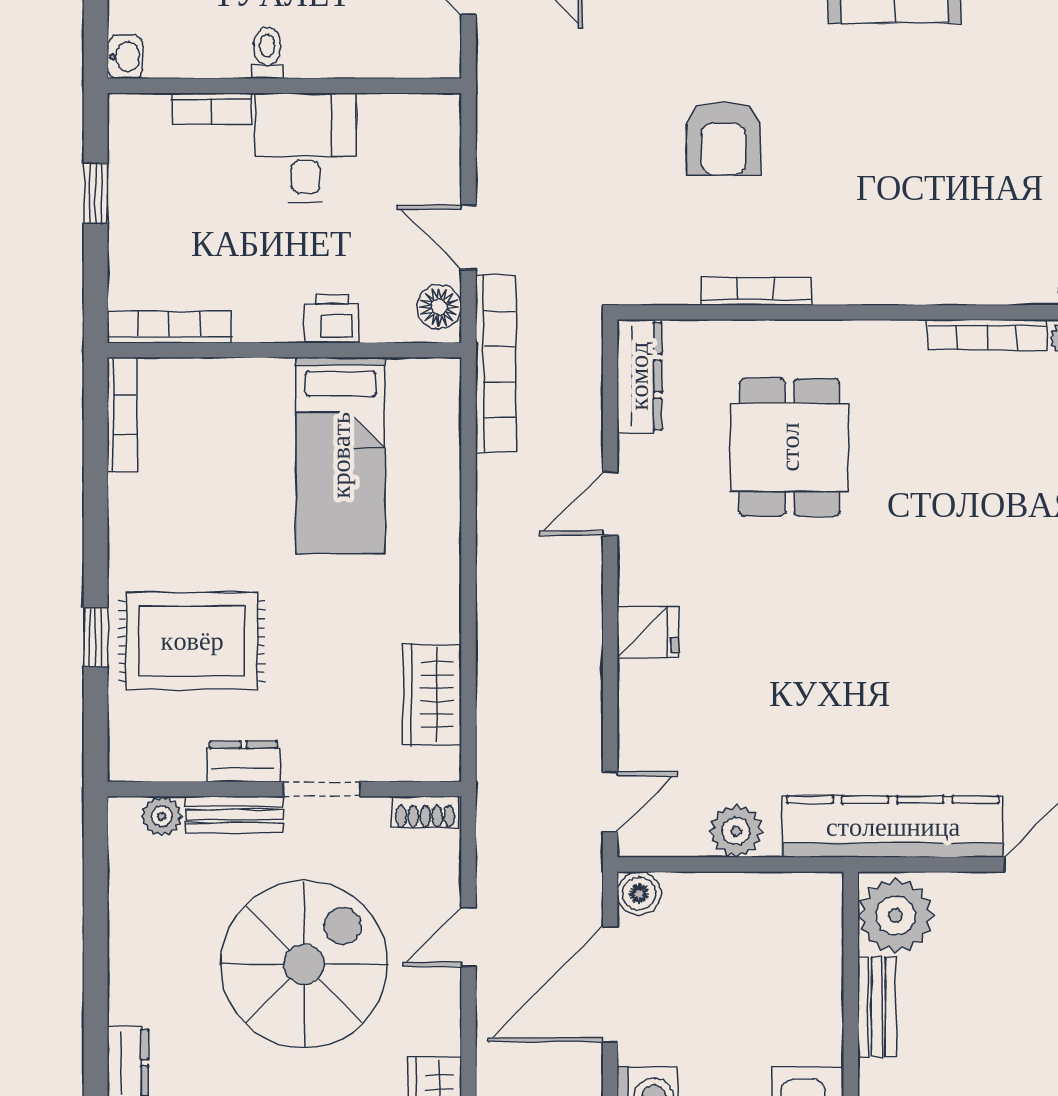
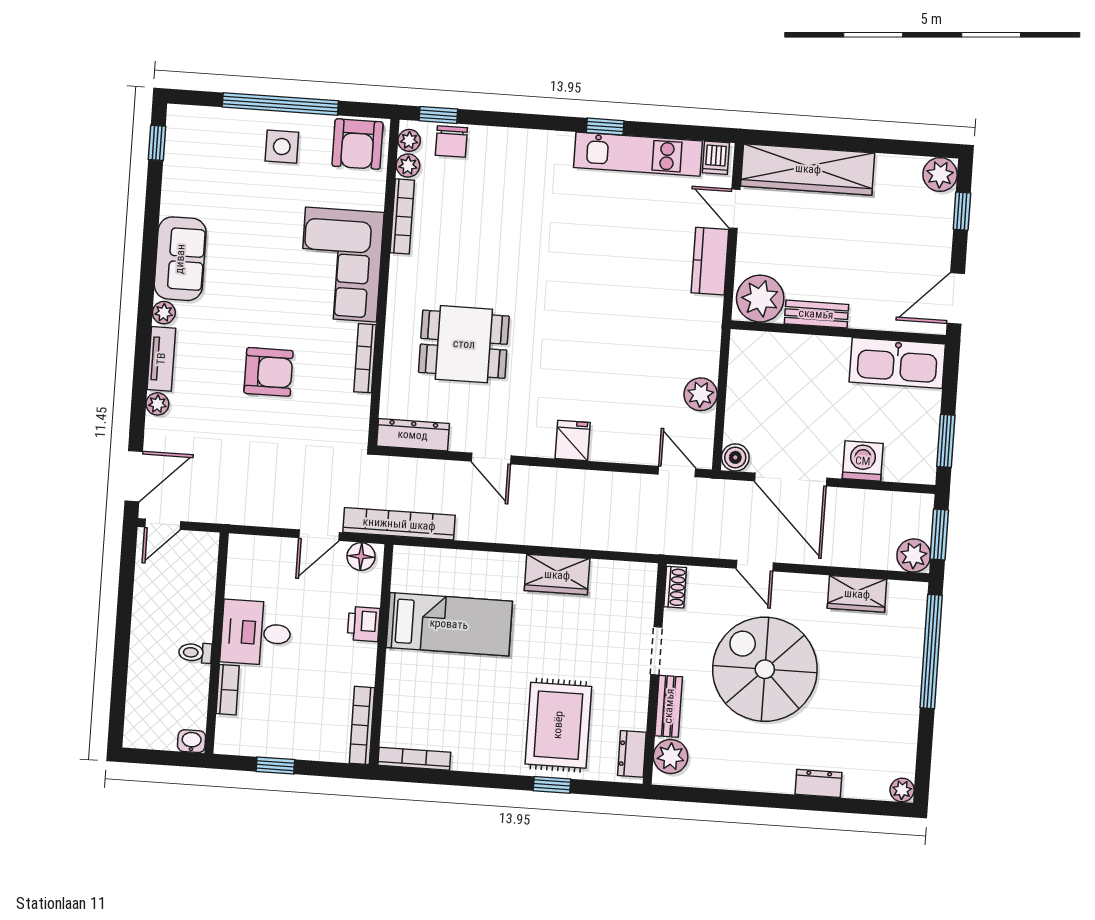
corner sofa: (903, 242) -> (341, 265), added
wardrobe: (432, 695) -> (557, 575), moved
dresser: (243, 761) -> (632, 754), moved
plant: (162, 816) -> (671, 757), width x1.38, depth x1.38
kitchen counter: (893, 827) -> (710, 261), width x0.48, depth x0.86

